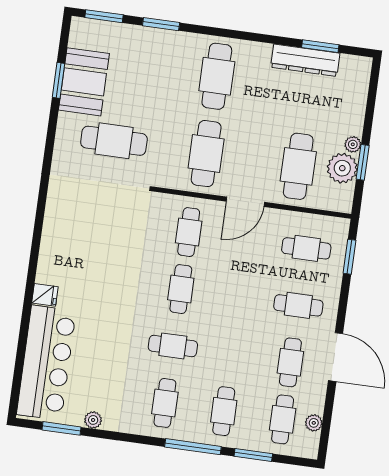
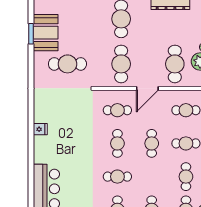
cafe table: (189, 232) -> (117, 110), turned 90
fridge: (45, 295) -> (40, 129), moved
cafe table: (240, 297) -> (152, 143), added

